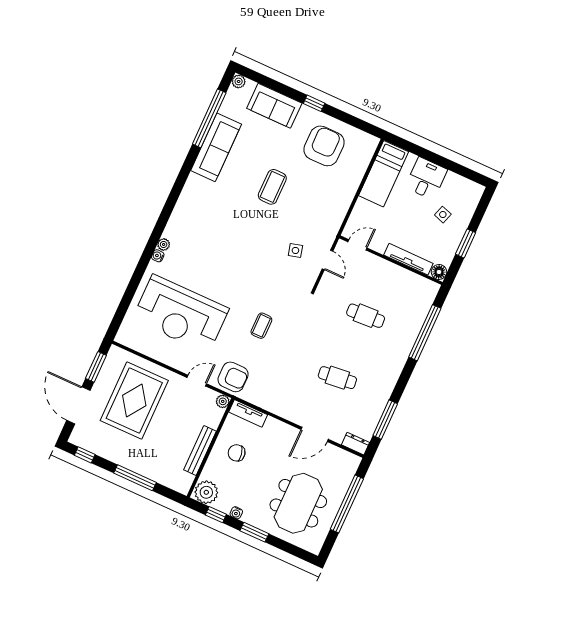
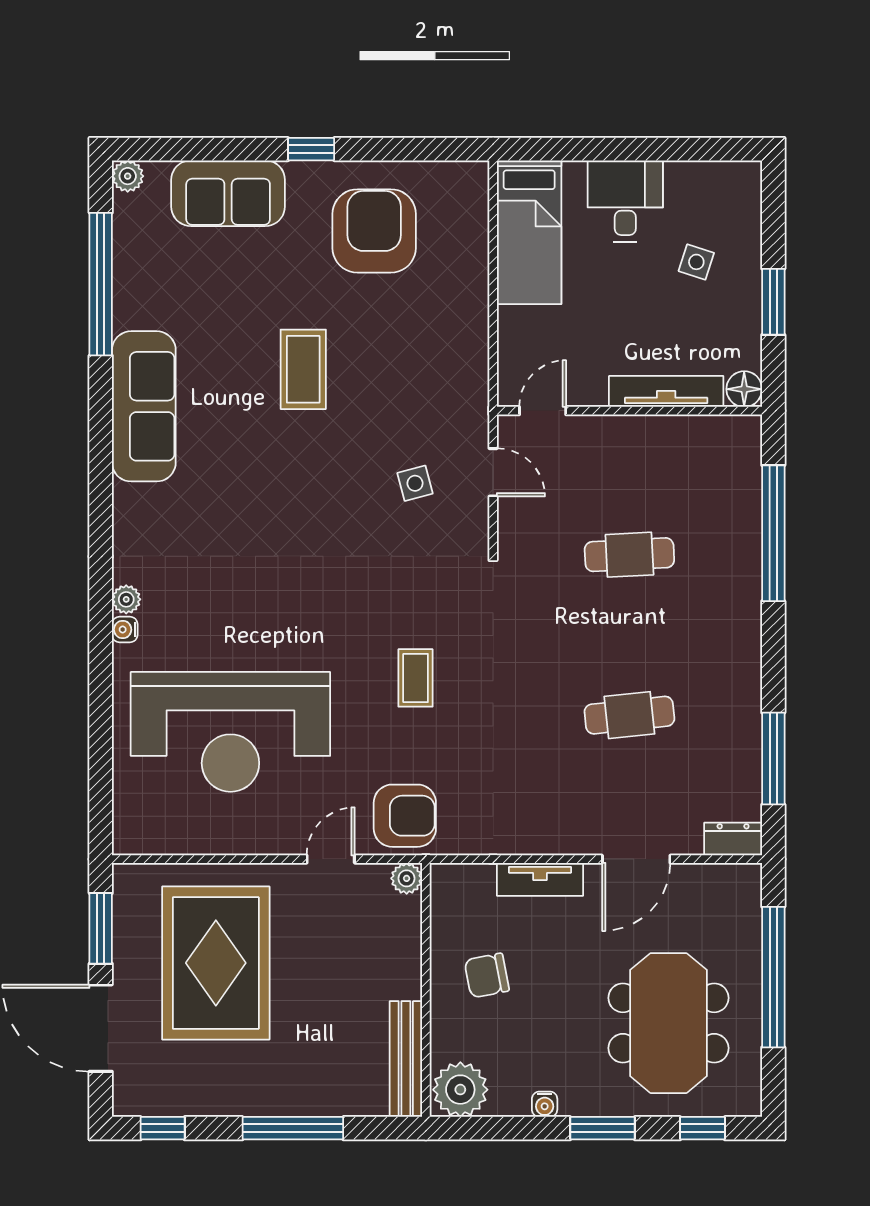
sofa: (216, 147) -> (144, 406), moved
tv unit: (248, 413) -> (540, 879), moved
bench: (200, 450) -> (406, 1059), moved
window: (216, 515) -> (703, 1128), moved

